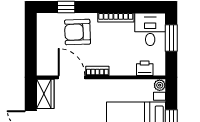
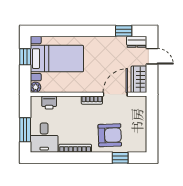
door: (72, 77) -> (115, 94), swing flipped

